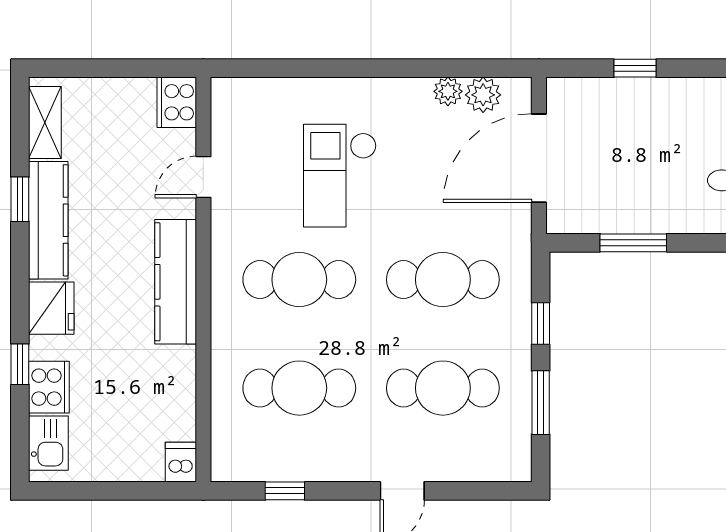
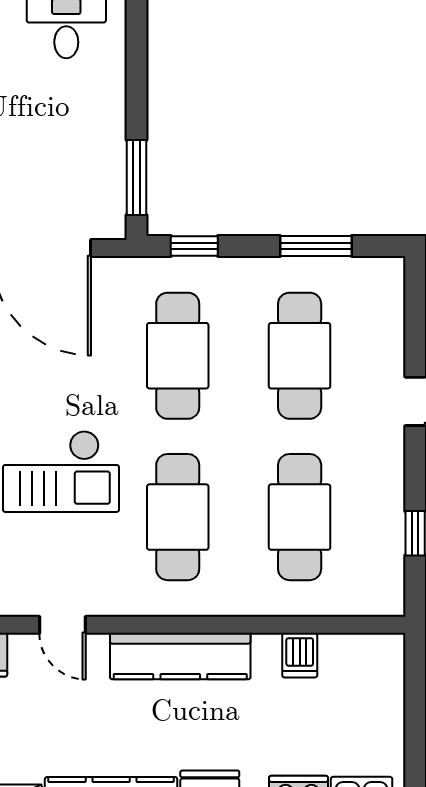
window: (633, 243) -> (136, 178), moved
window: (541, 324) -> (194, 246), moved
dishwasher: (181, 462) -> (300, 655), moved, turned -90

